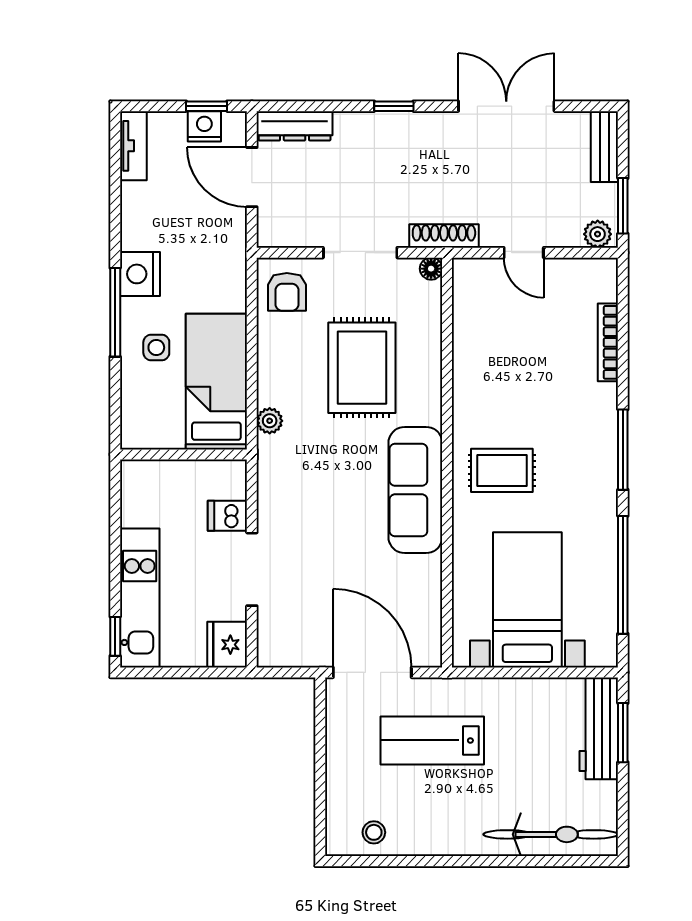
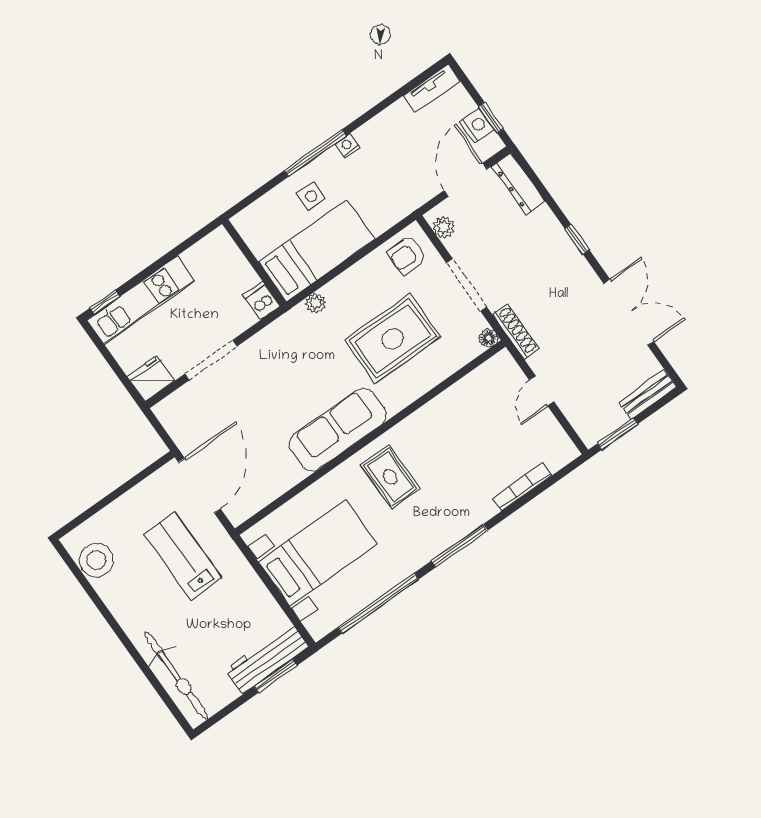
plant: (598, 234) -> (444, 227), moved
nightstand: (140, 274) -> (347, 146), width x0.53, depth x0.56
dishwasher: (227, 516) -> (261, 300), moved
stool: (374, 832) -> (96, 560), width x1.89, depth x1.89

